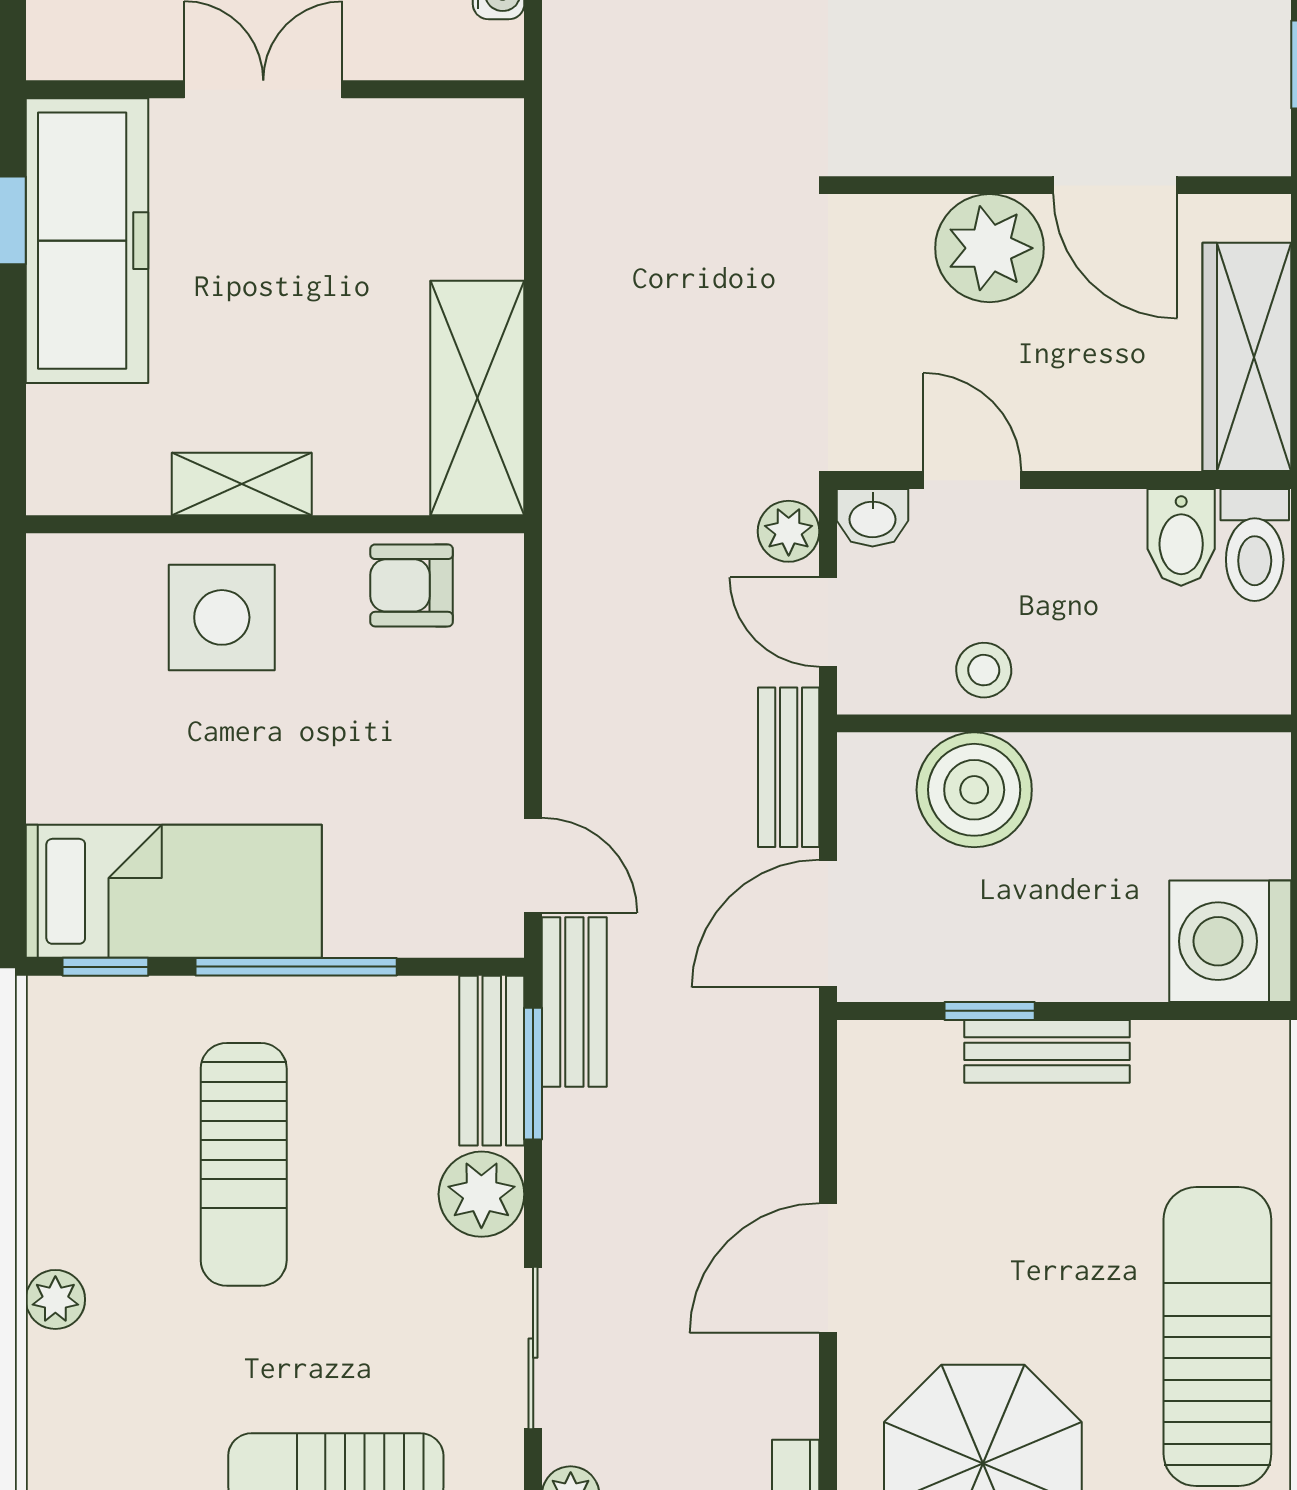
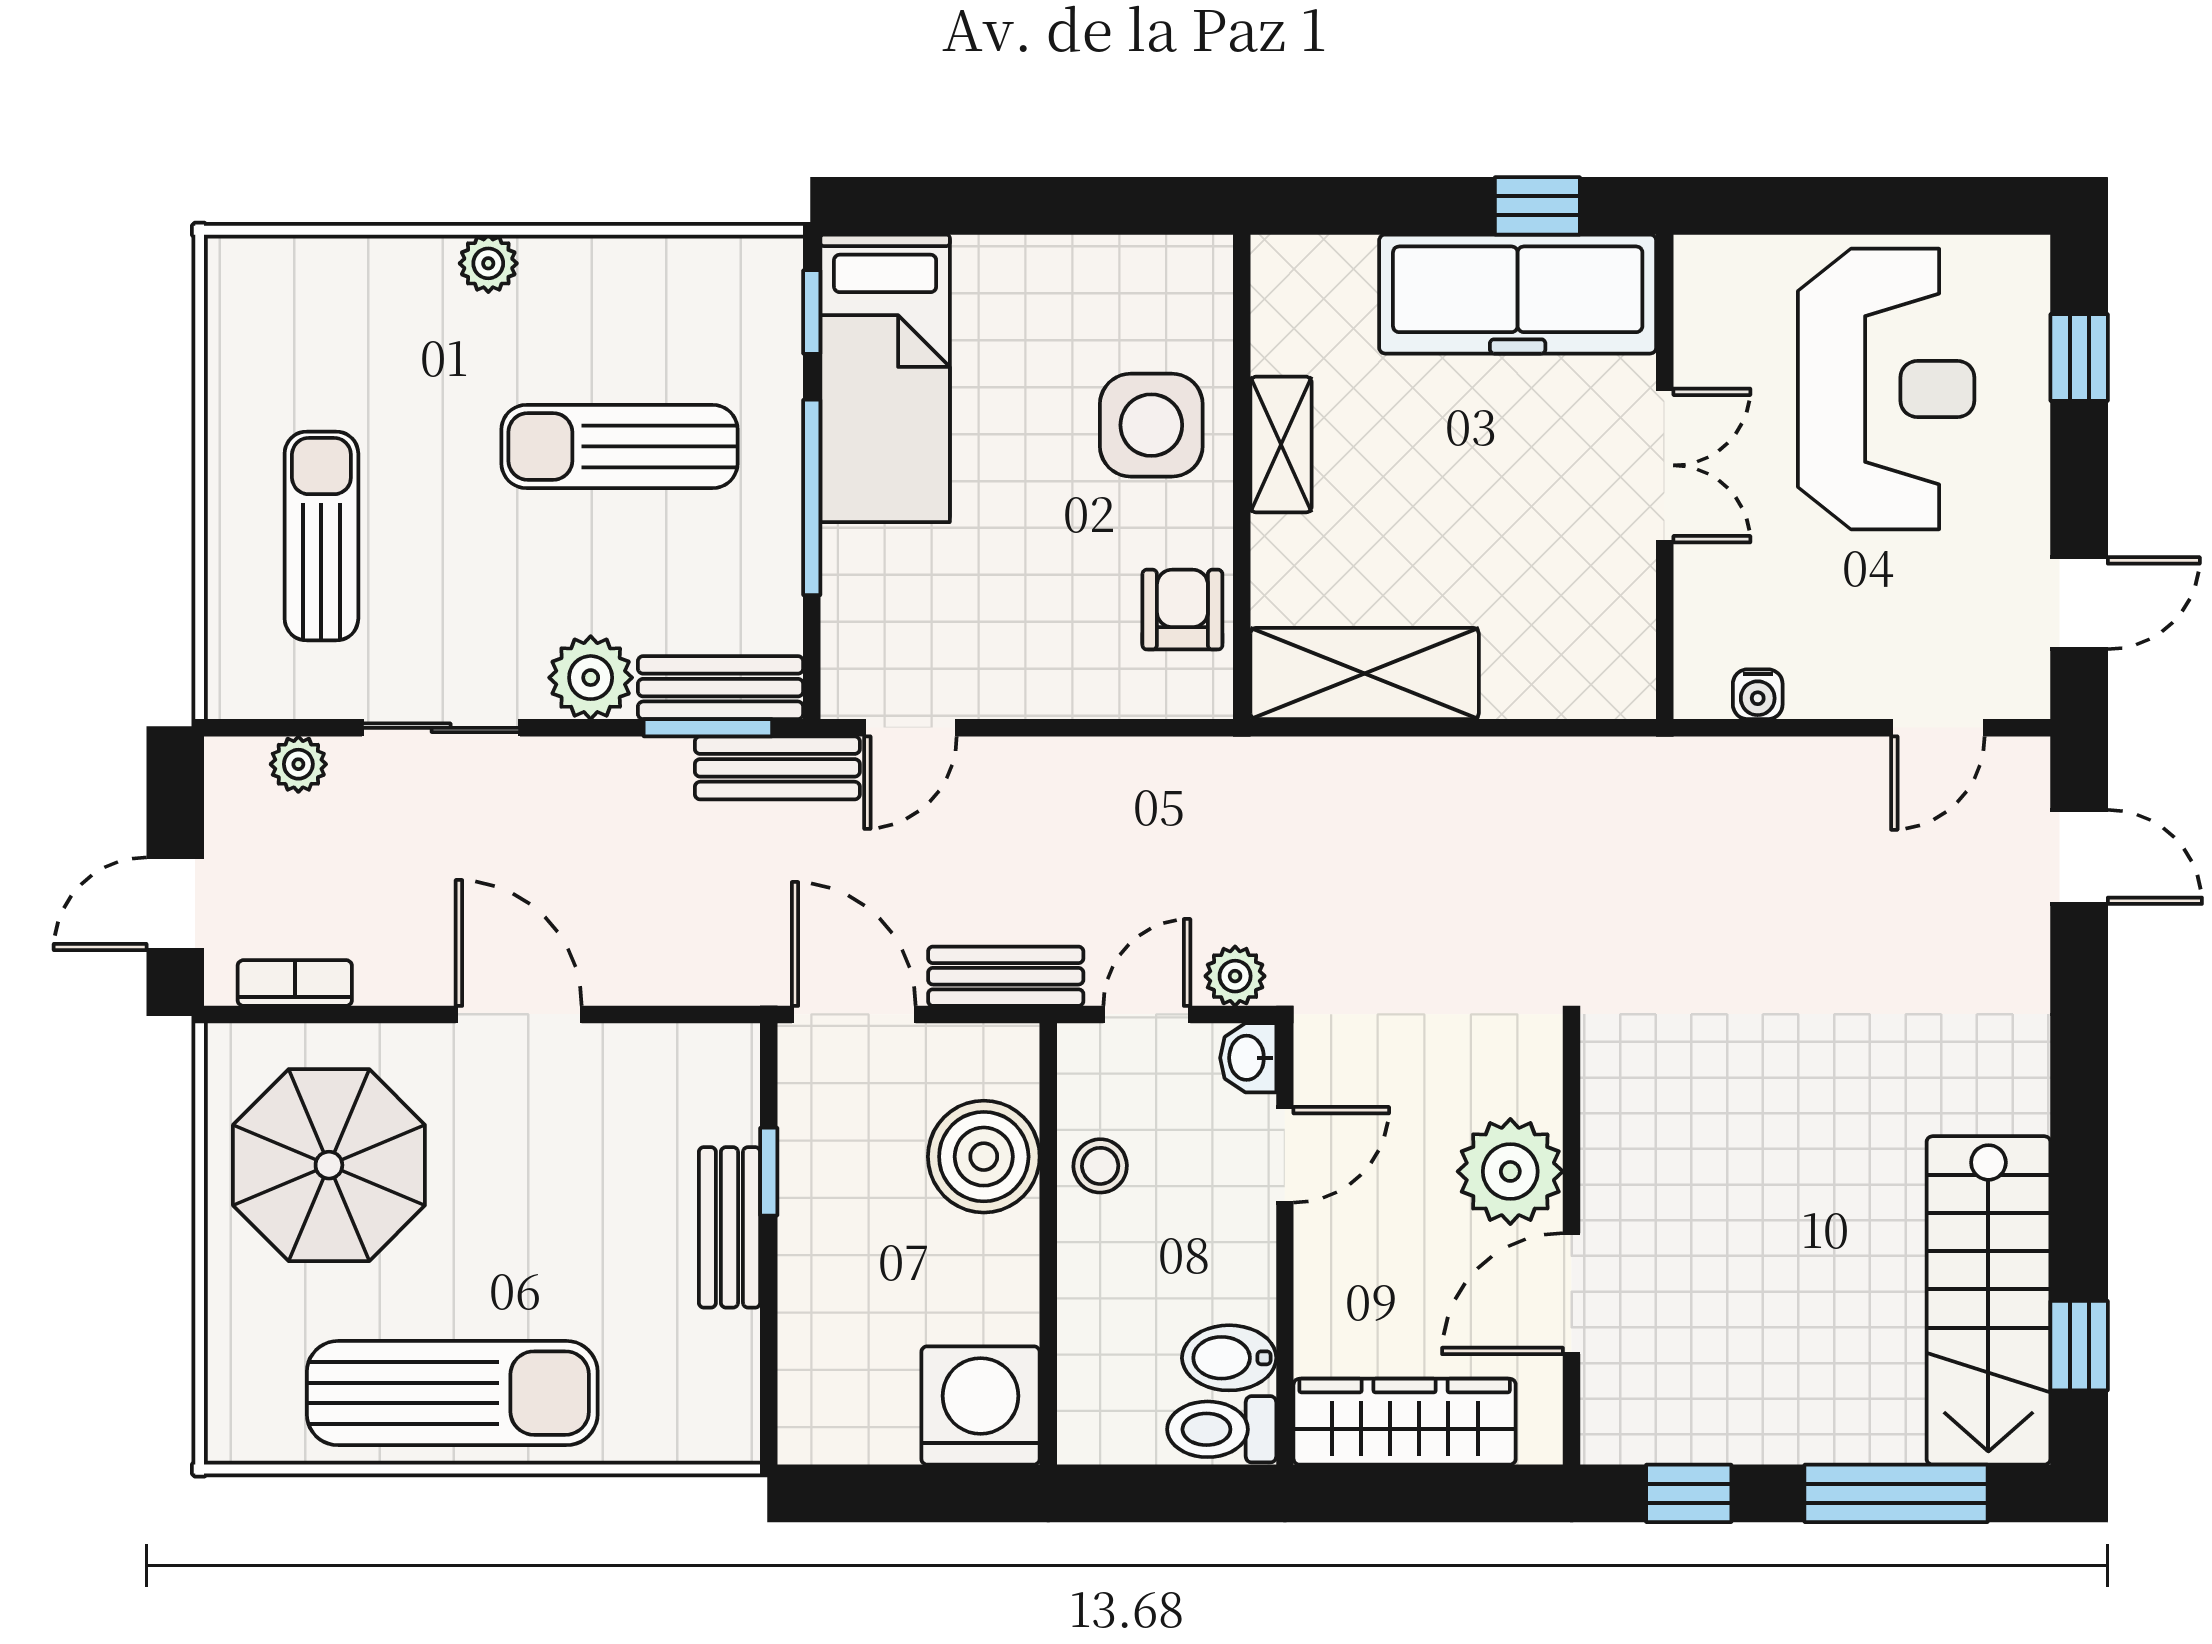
washing machine: (1230, 941) -> (981, 1405), moved

